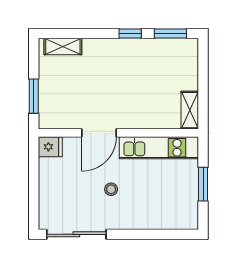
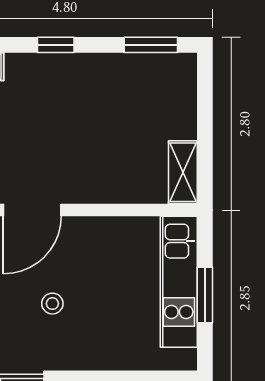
window: (130, 33) -> (56, 45), moved
kitchen unit: (159, 148) -> (179, 282), moved, turned 90

